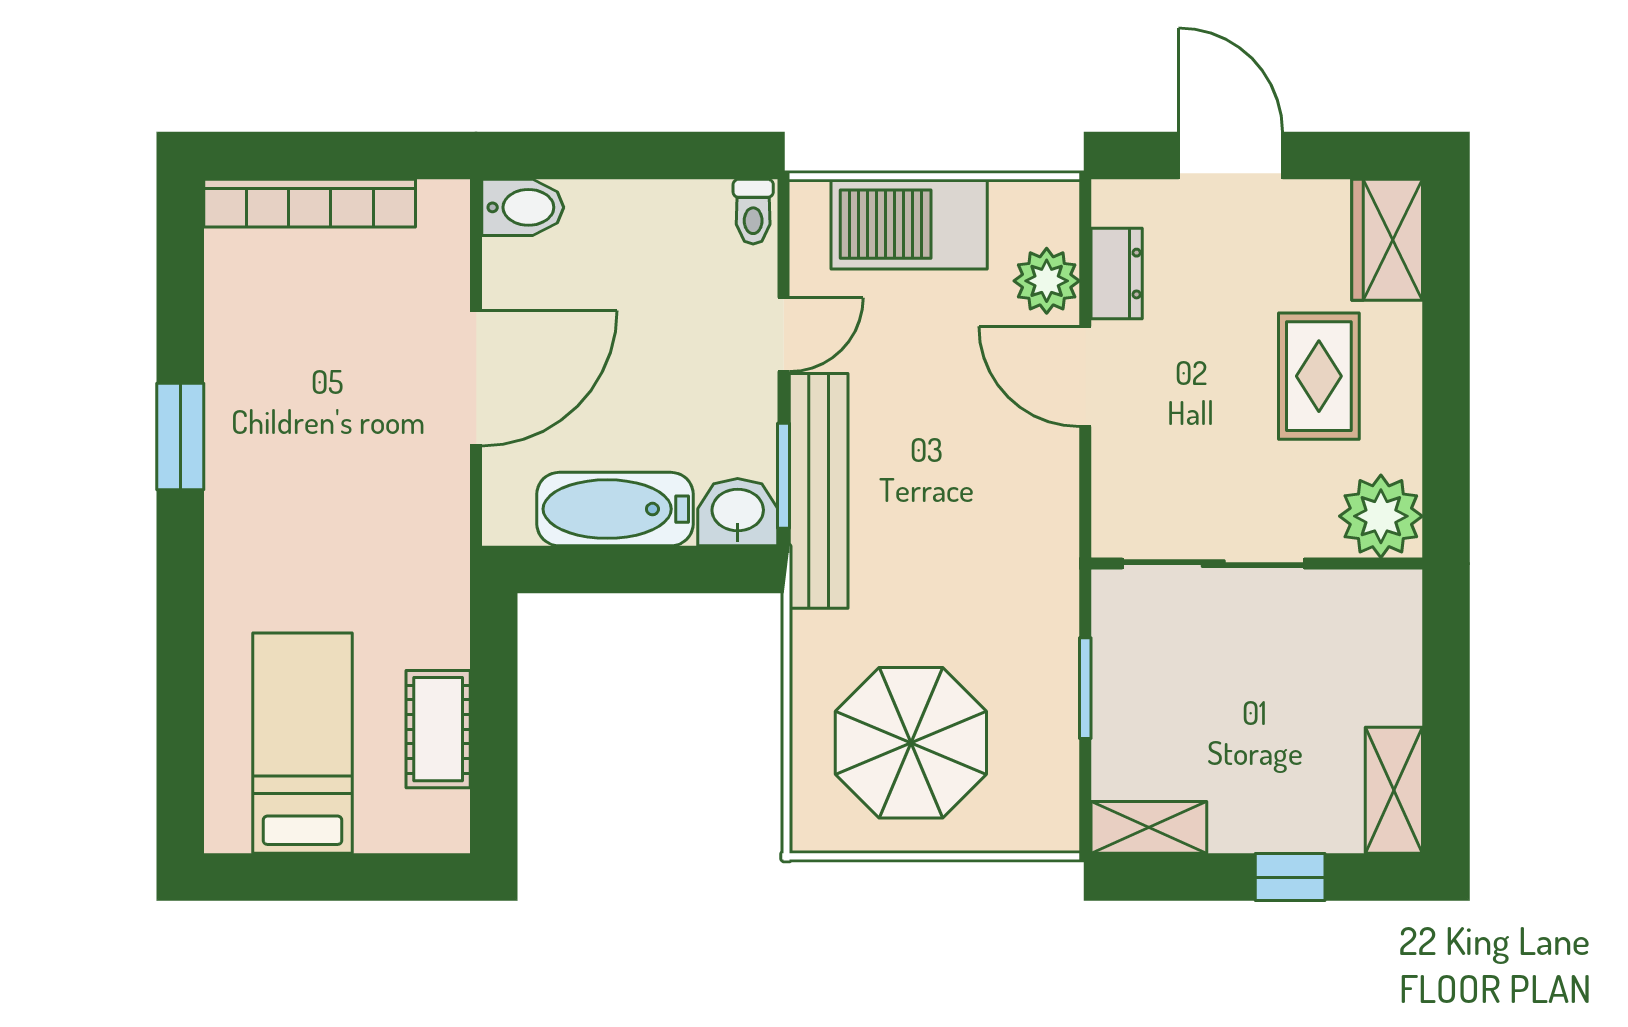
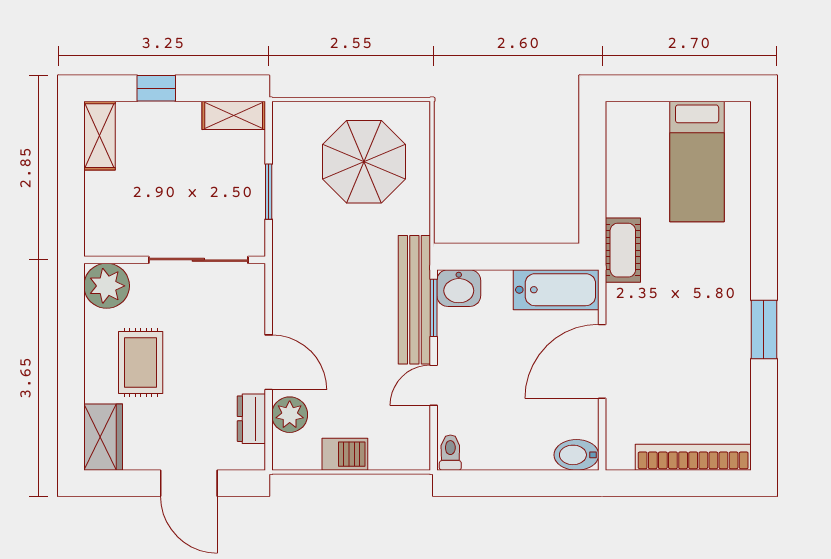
barbecue: (909, 224) -> (345, 454), width x0.53, depth x0.65
bathtub: (615, 509) -> (556, 290), moved
cot: (438, 729) -> (623, 250), moved

